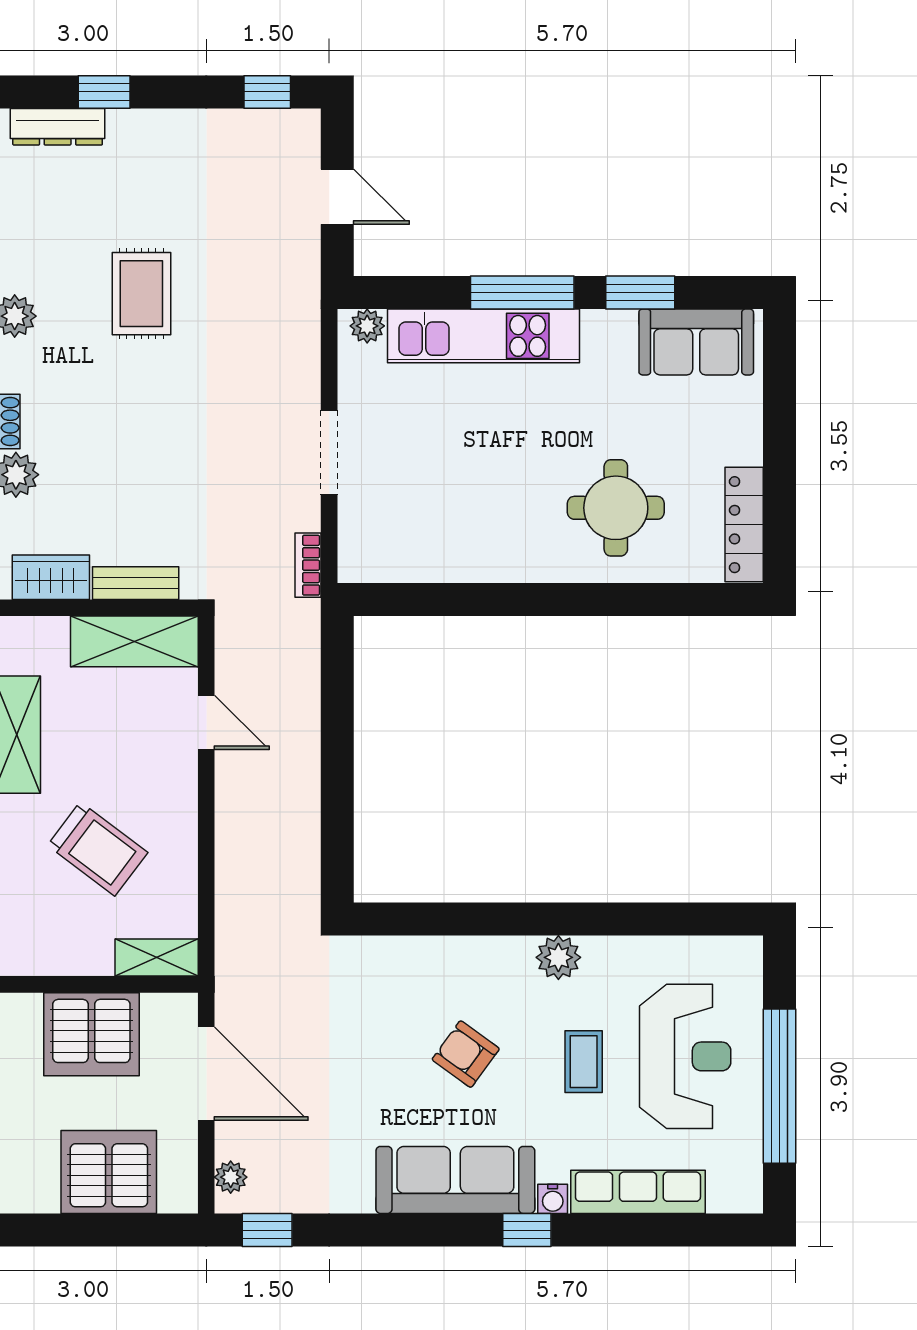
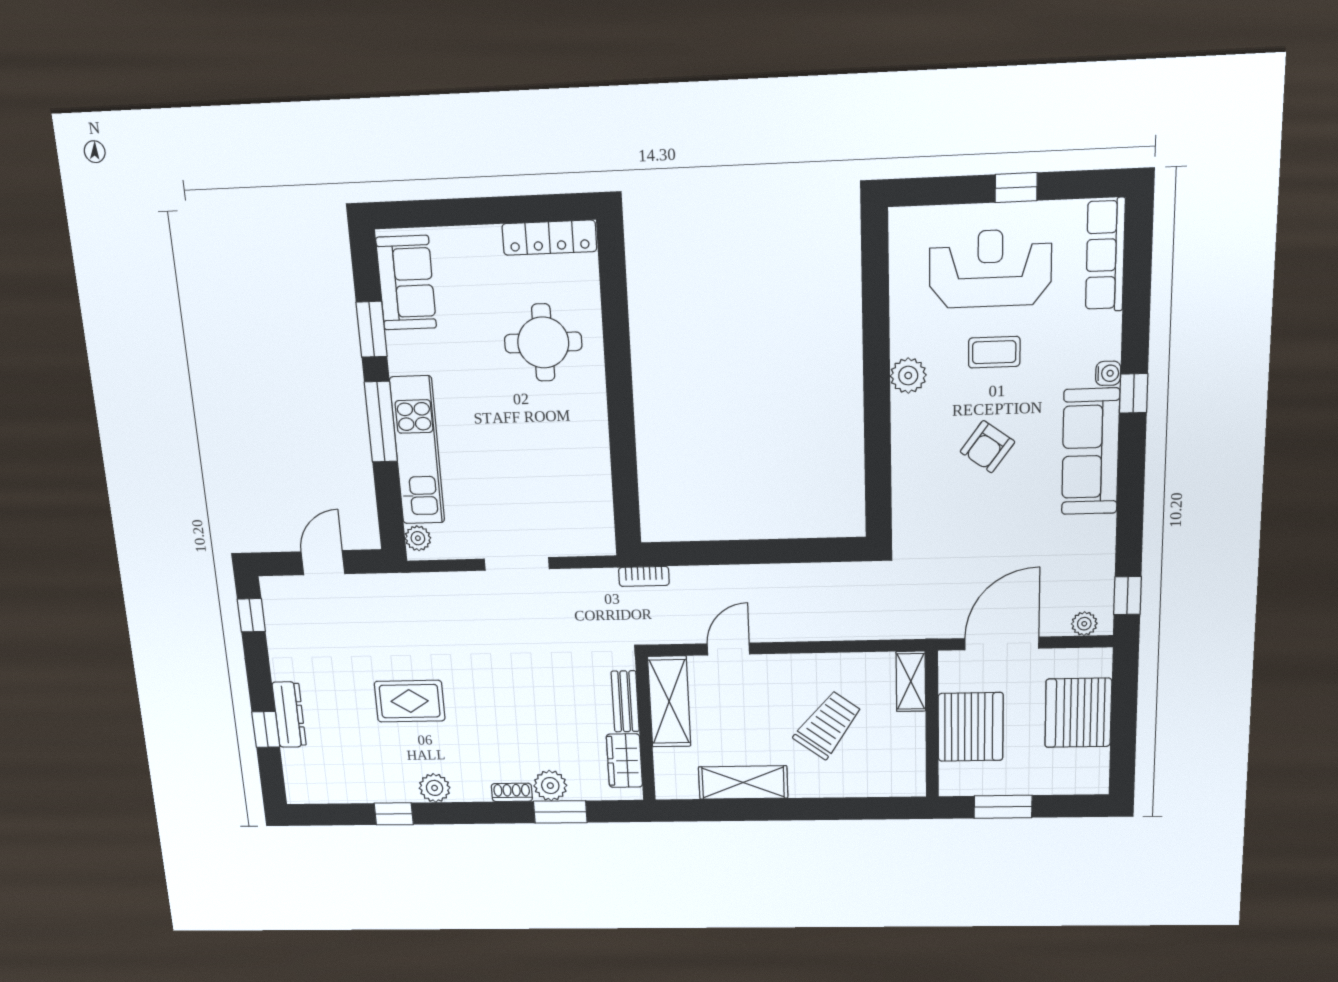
dresser: (58, 127) -> (289, 715), moved
bookcase: (308, 565) -> (644, 576), moved
window: (779, 1086) -> (1016, 188), width x0.32
row of seats: (638, 1192) -> (1105, 255), moved

